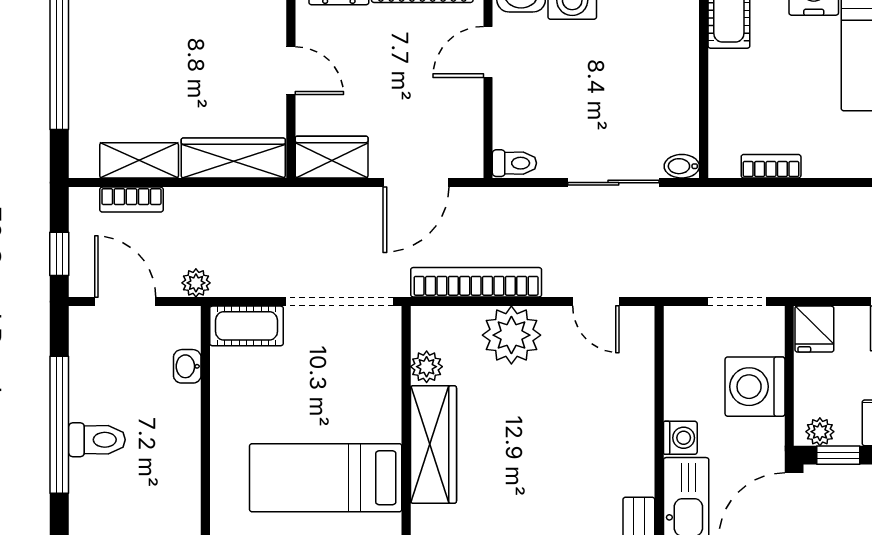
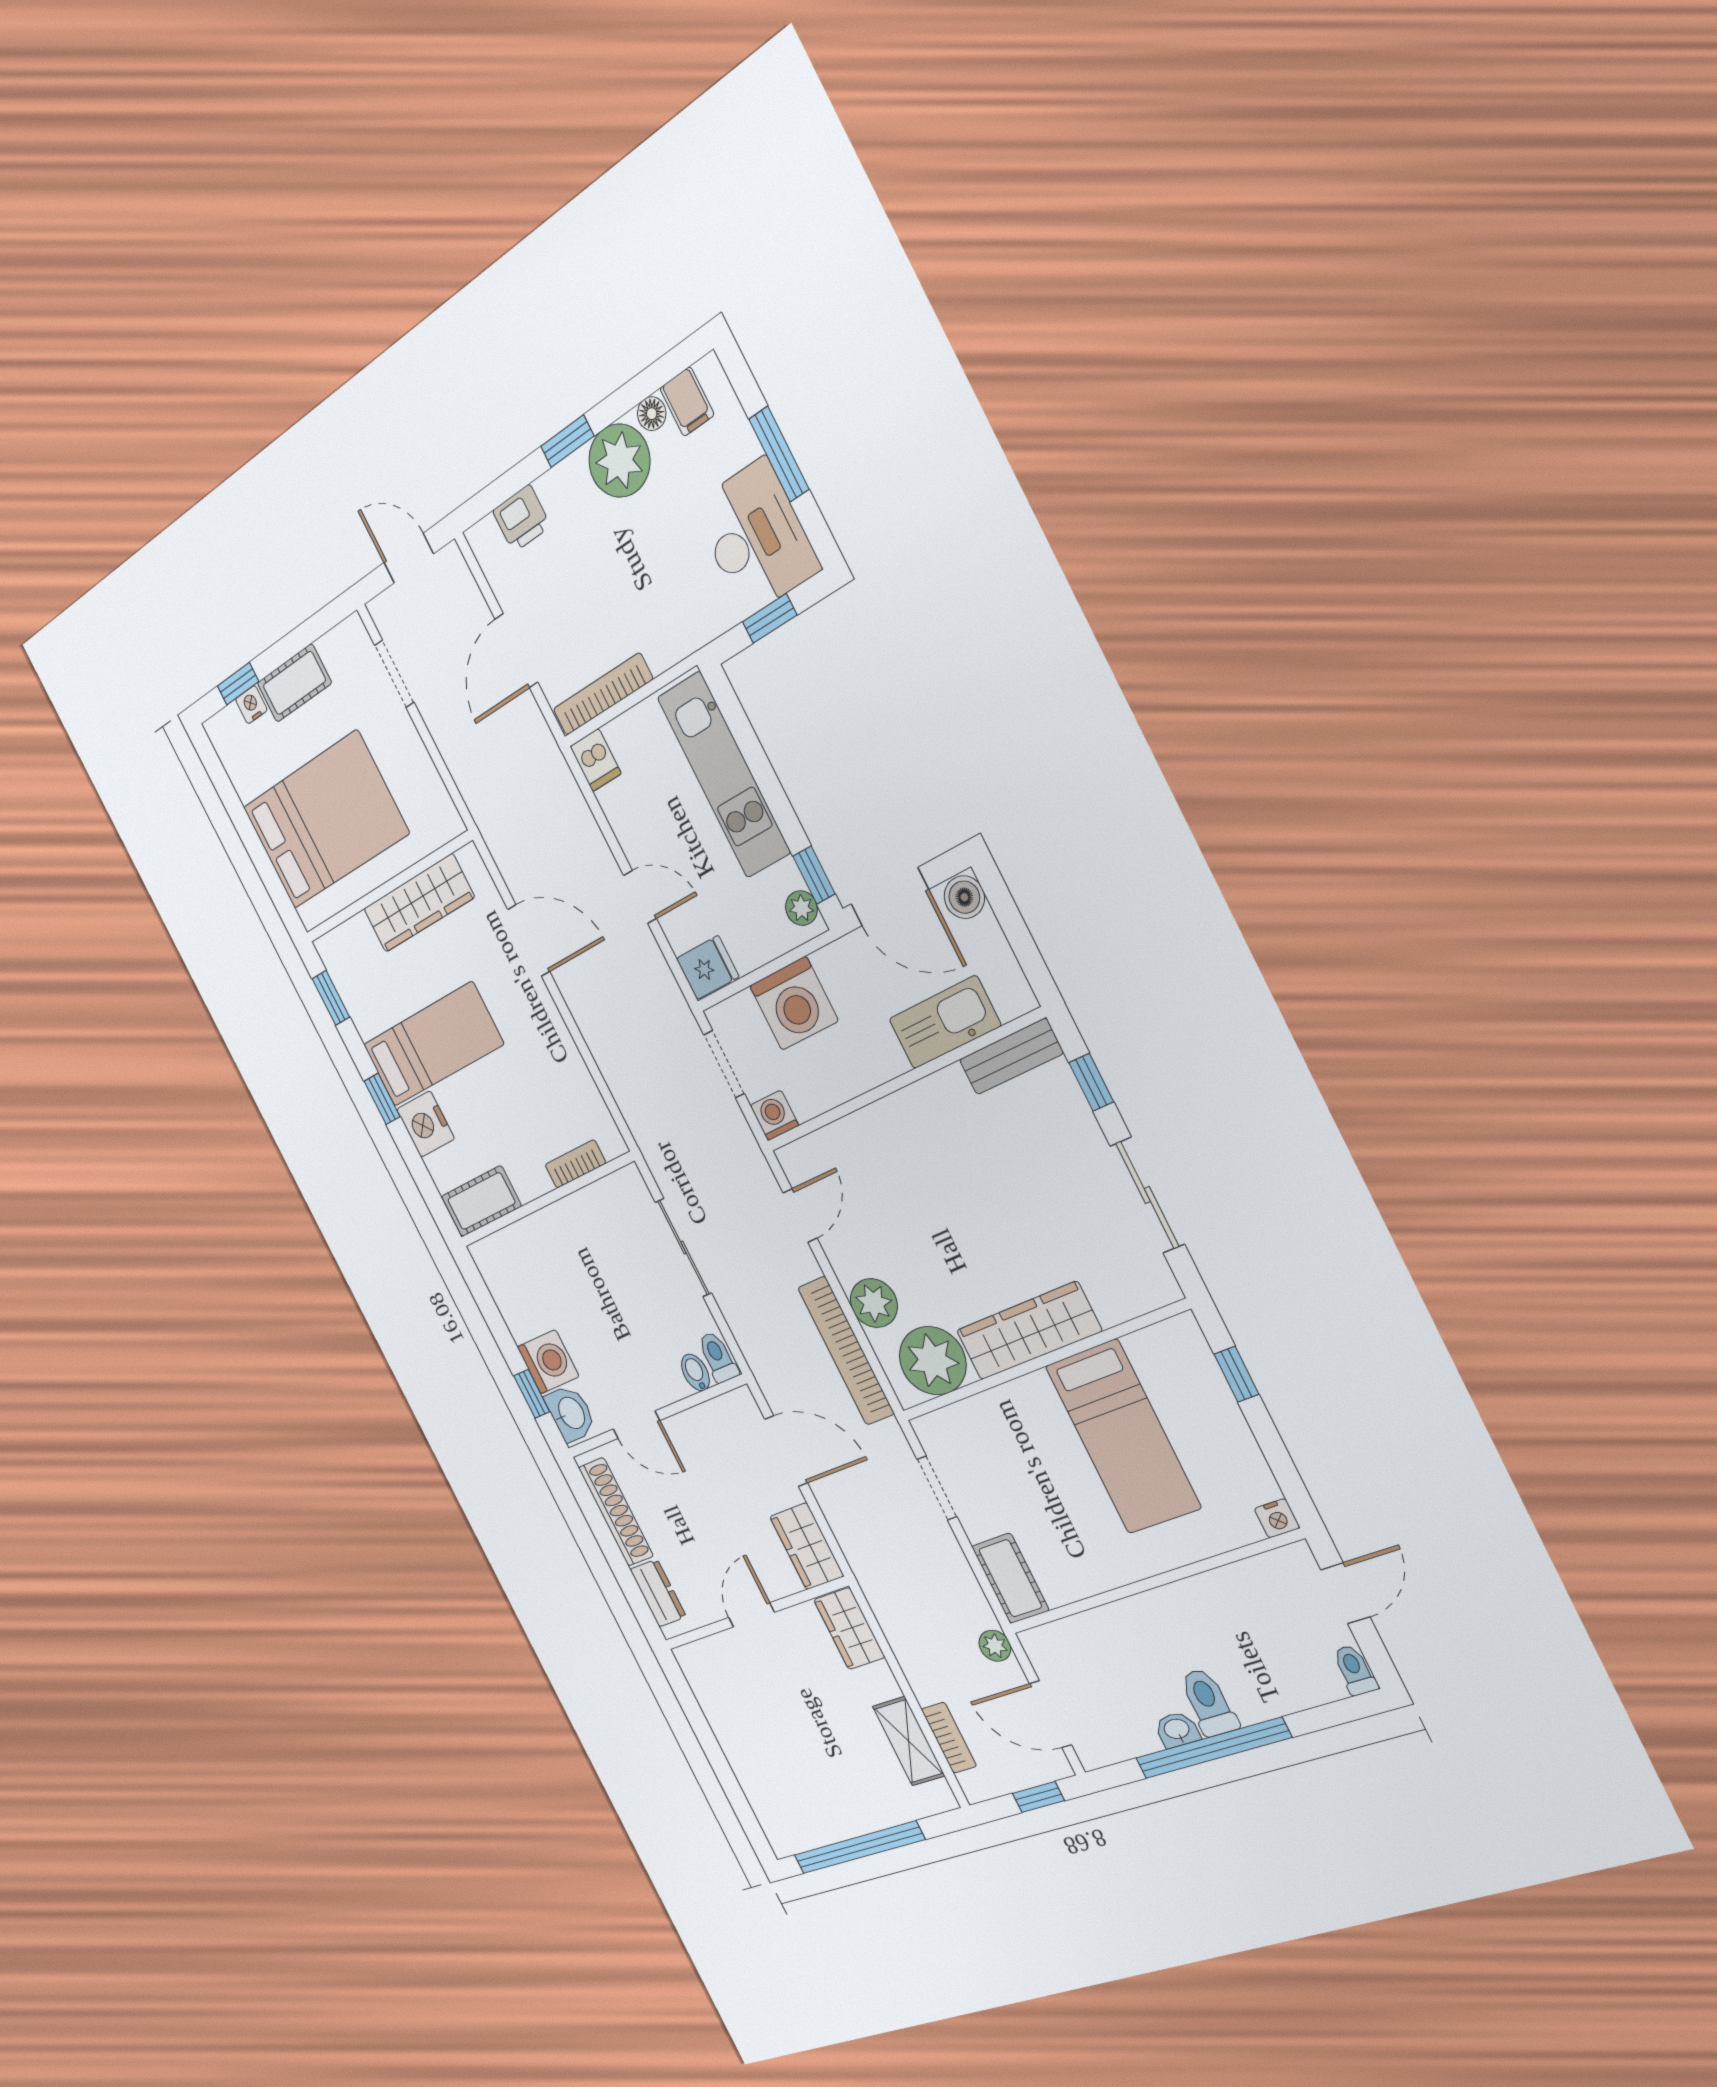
wardrobe: (233, 158) -> (849, 1629), width x0.67
bidet: (682, 166) -> (695, 1372), moved, turned 180
bookcase: (771, 166) -> (575, 1164), moved, turned 90
door: (125, 302) -> (1051, 1714), hinge flipped
doorway: (340, 302) -> (937, 1488), width x0.53
plant: (511, 335) -> (874, 1303), width x0.73, depth x0.73
washbasin: (187, 366) -> (1177, 1730), moved, turned 180
plant: (427, 367) -> (933, 1361), width x1.88, depth x1.88
washing machine: (680, 438) -> (774, 1115), moved

